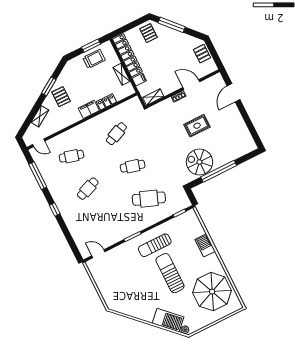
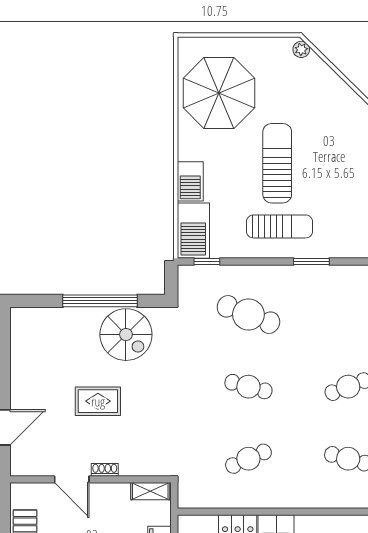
sun lounger: (170, 273) -> (277, 163), turned 180
barbecue: (168, 320) -> (193, 231), moved, turned -135

